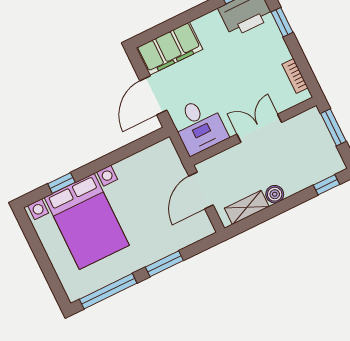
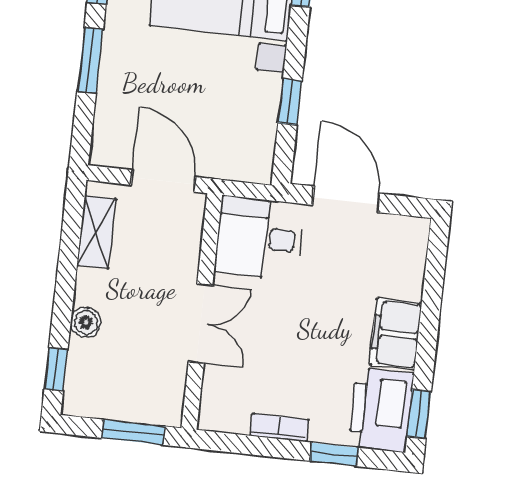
filing cabinet: (169, 49) -> (396, 334), moved, width x0.67, depth x0.86
bookcase: (295, 76) -> (279, 428), moved
window: (123, 153) -> (290, 102), added
boiler: (275, 194) -> (86, 322), moved

